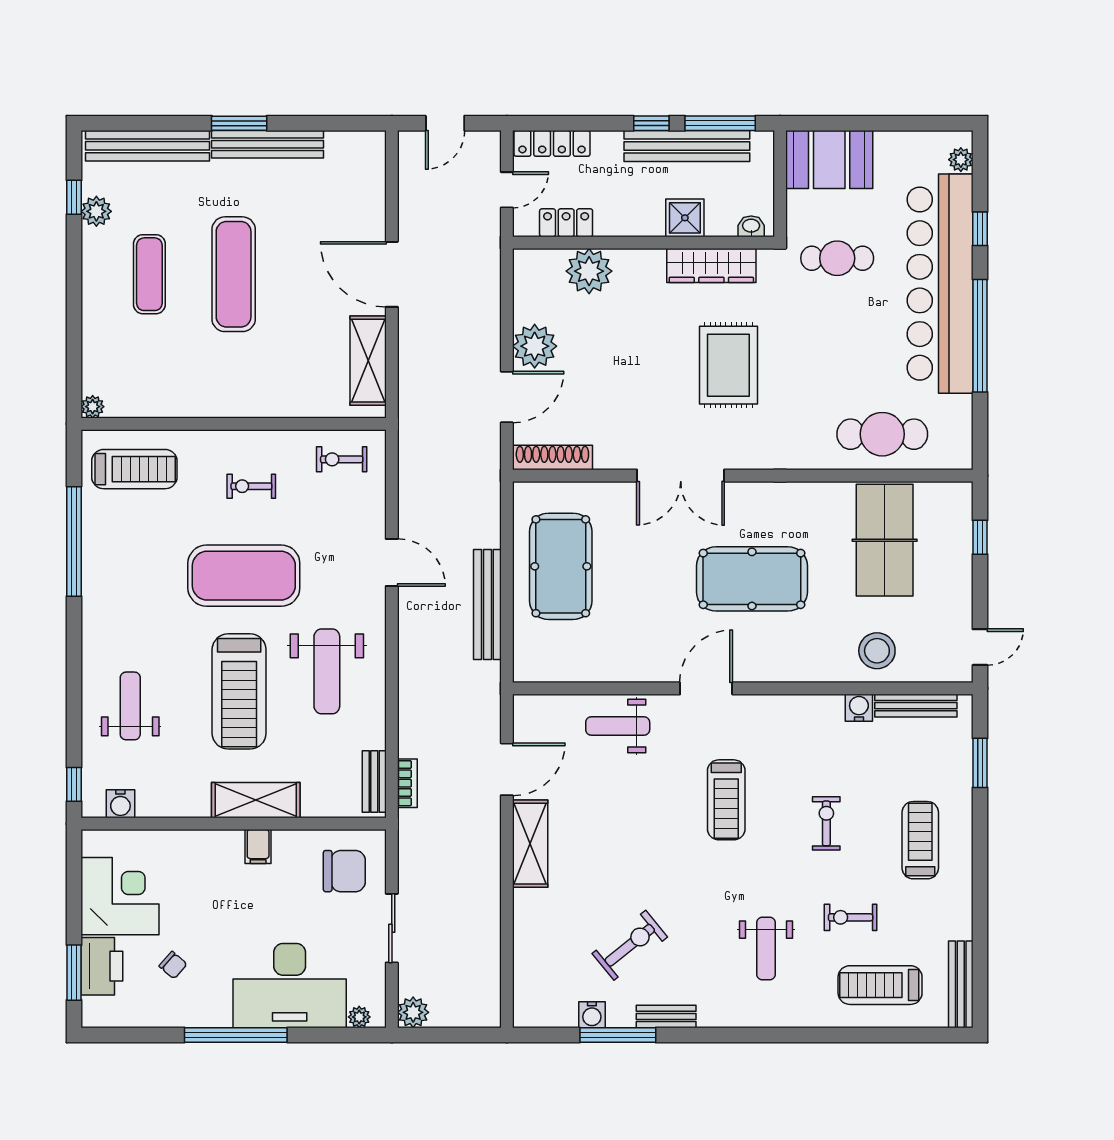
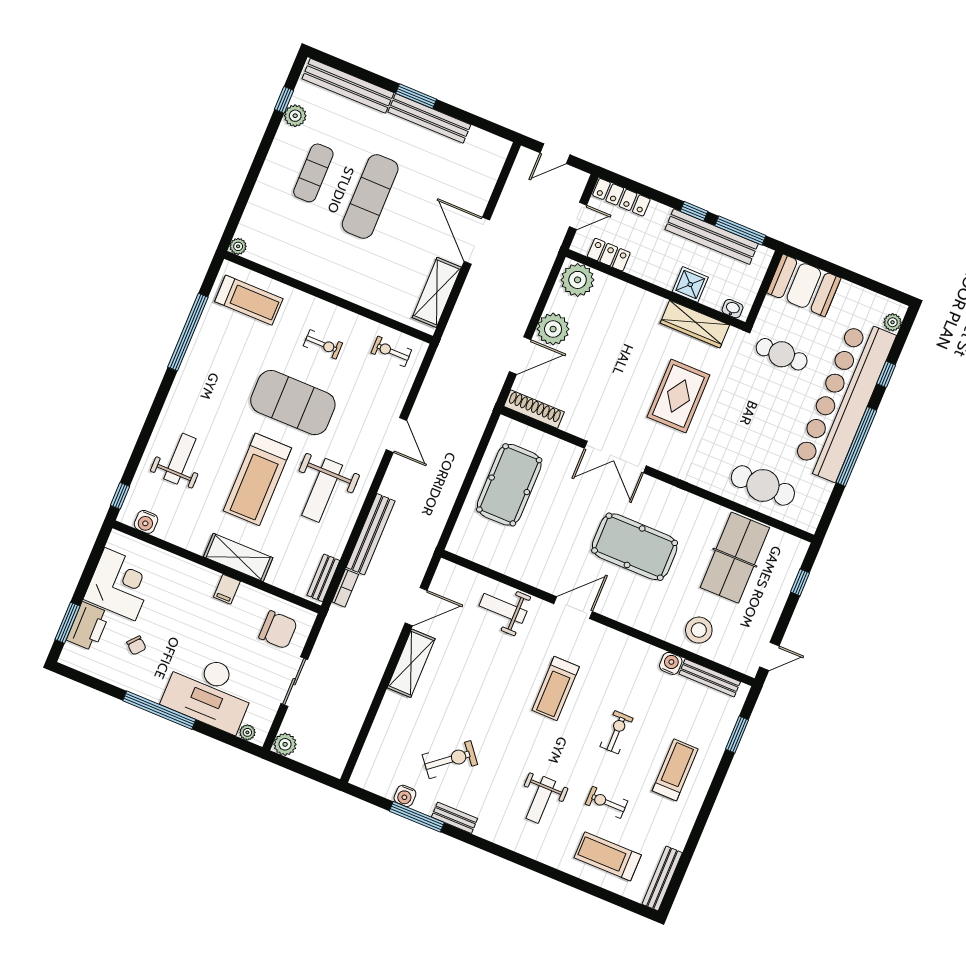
plant: (589, 271) -> (578, 280), moved
exercise bike: (251, 486) -> (323, 344), turned 180
bench: (487, 604) -> (371, 534), moved

